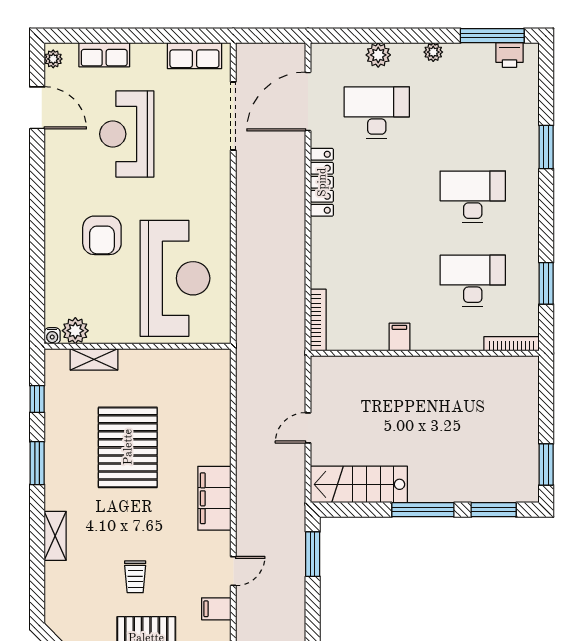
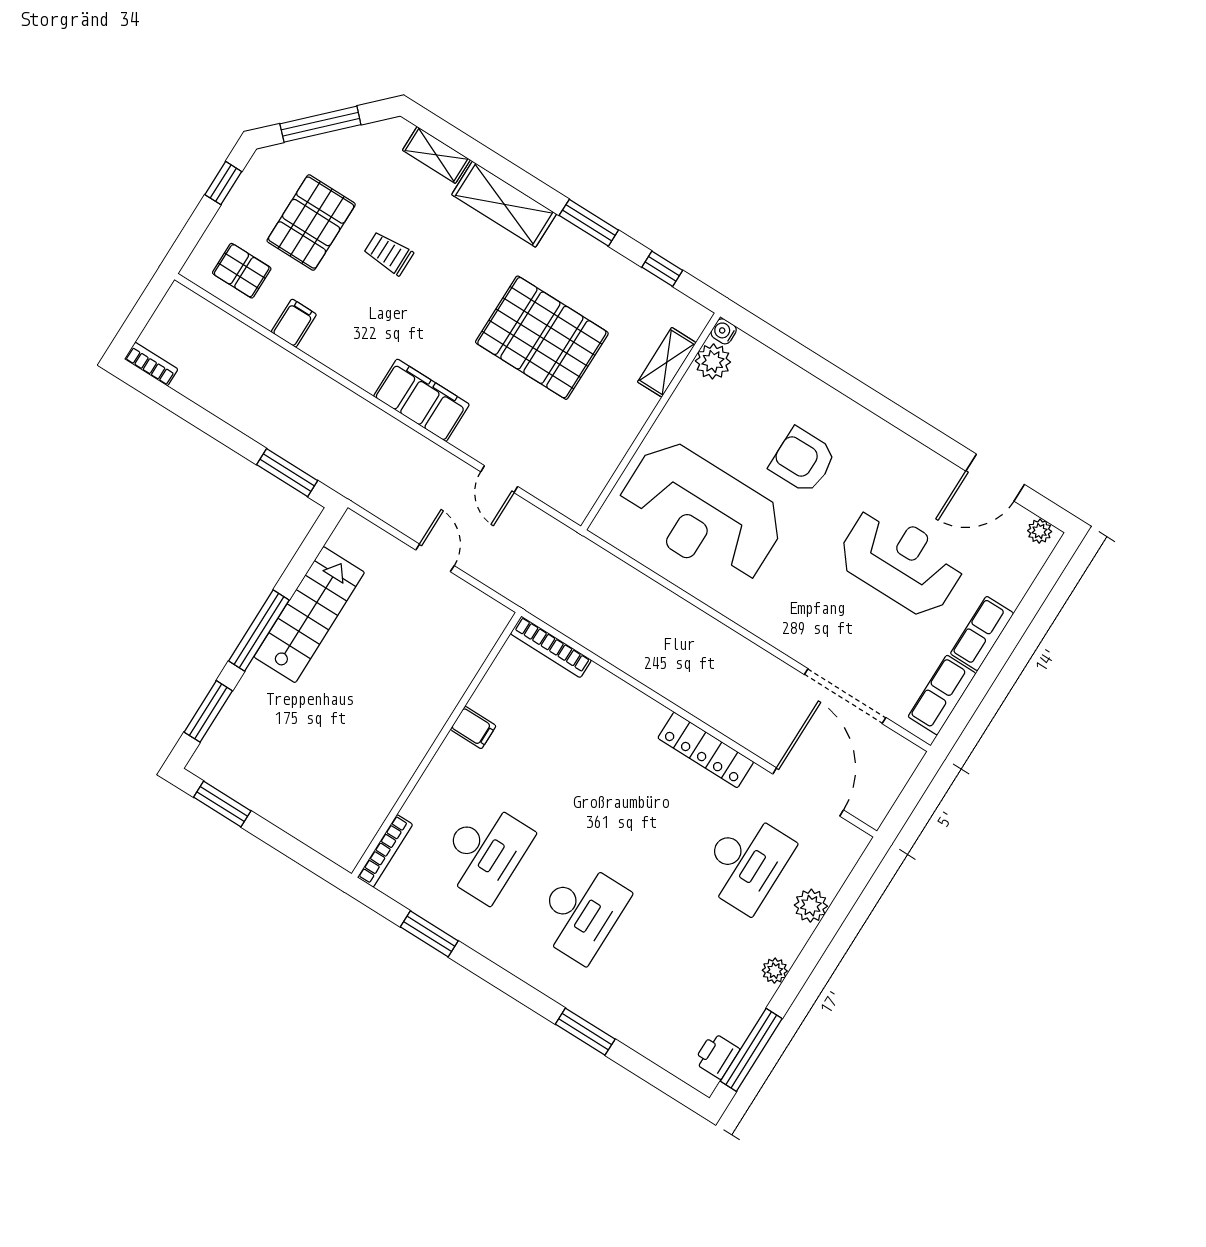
row of seats: (104, 55) -> (982, 633), moved
stairs: (359, 484) -> (309, 615), moved
shelving: (55, 536) -> (504, 204), width x1.50, depth x1.33
door: (233, 571) -> (499, 479), moved
shelving: (55, 586) -> (436, 155), added

